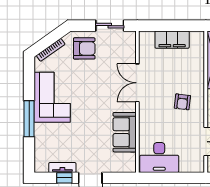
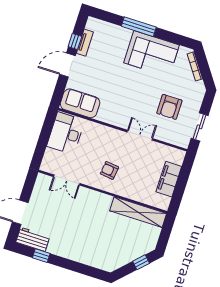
armchair: (84, 48) -> (169, 107), moved
double door: (137, 83) -> (140, 135), width x0.73
sofa: (125, 132) -> (80, 103), moved

